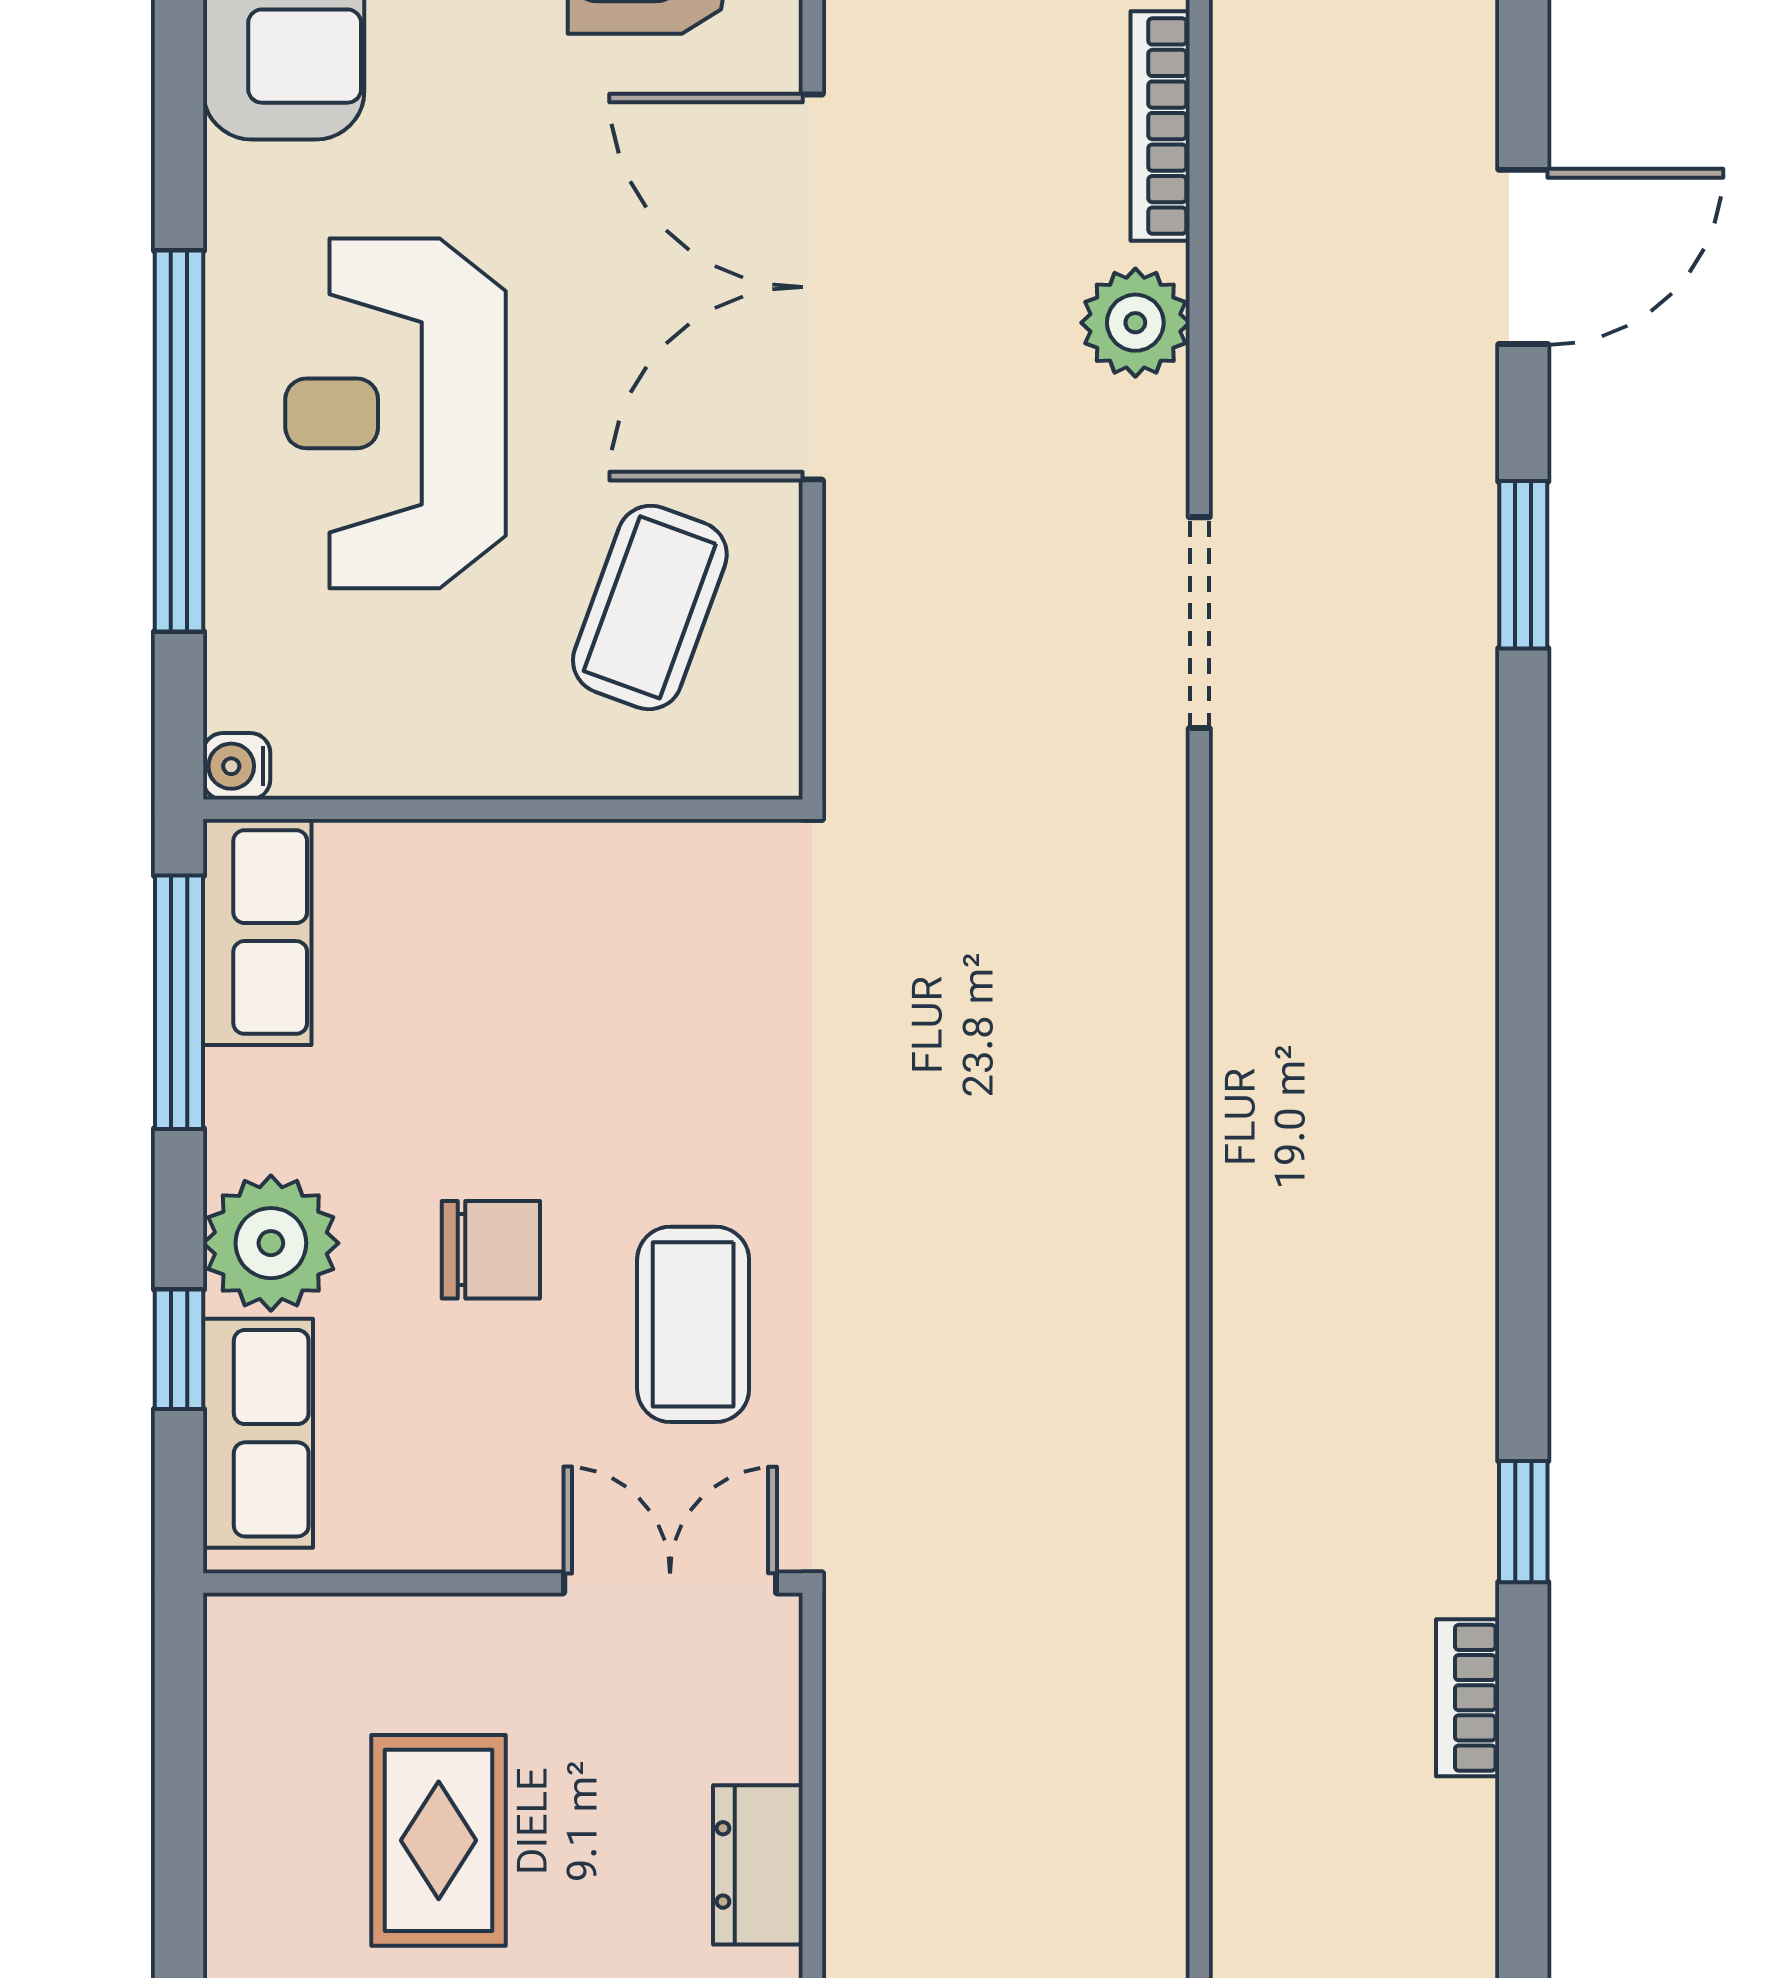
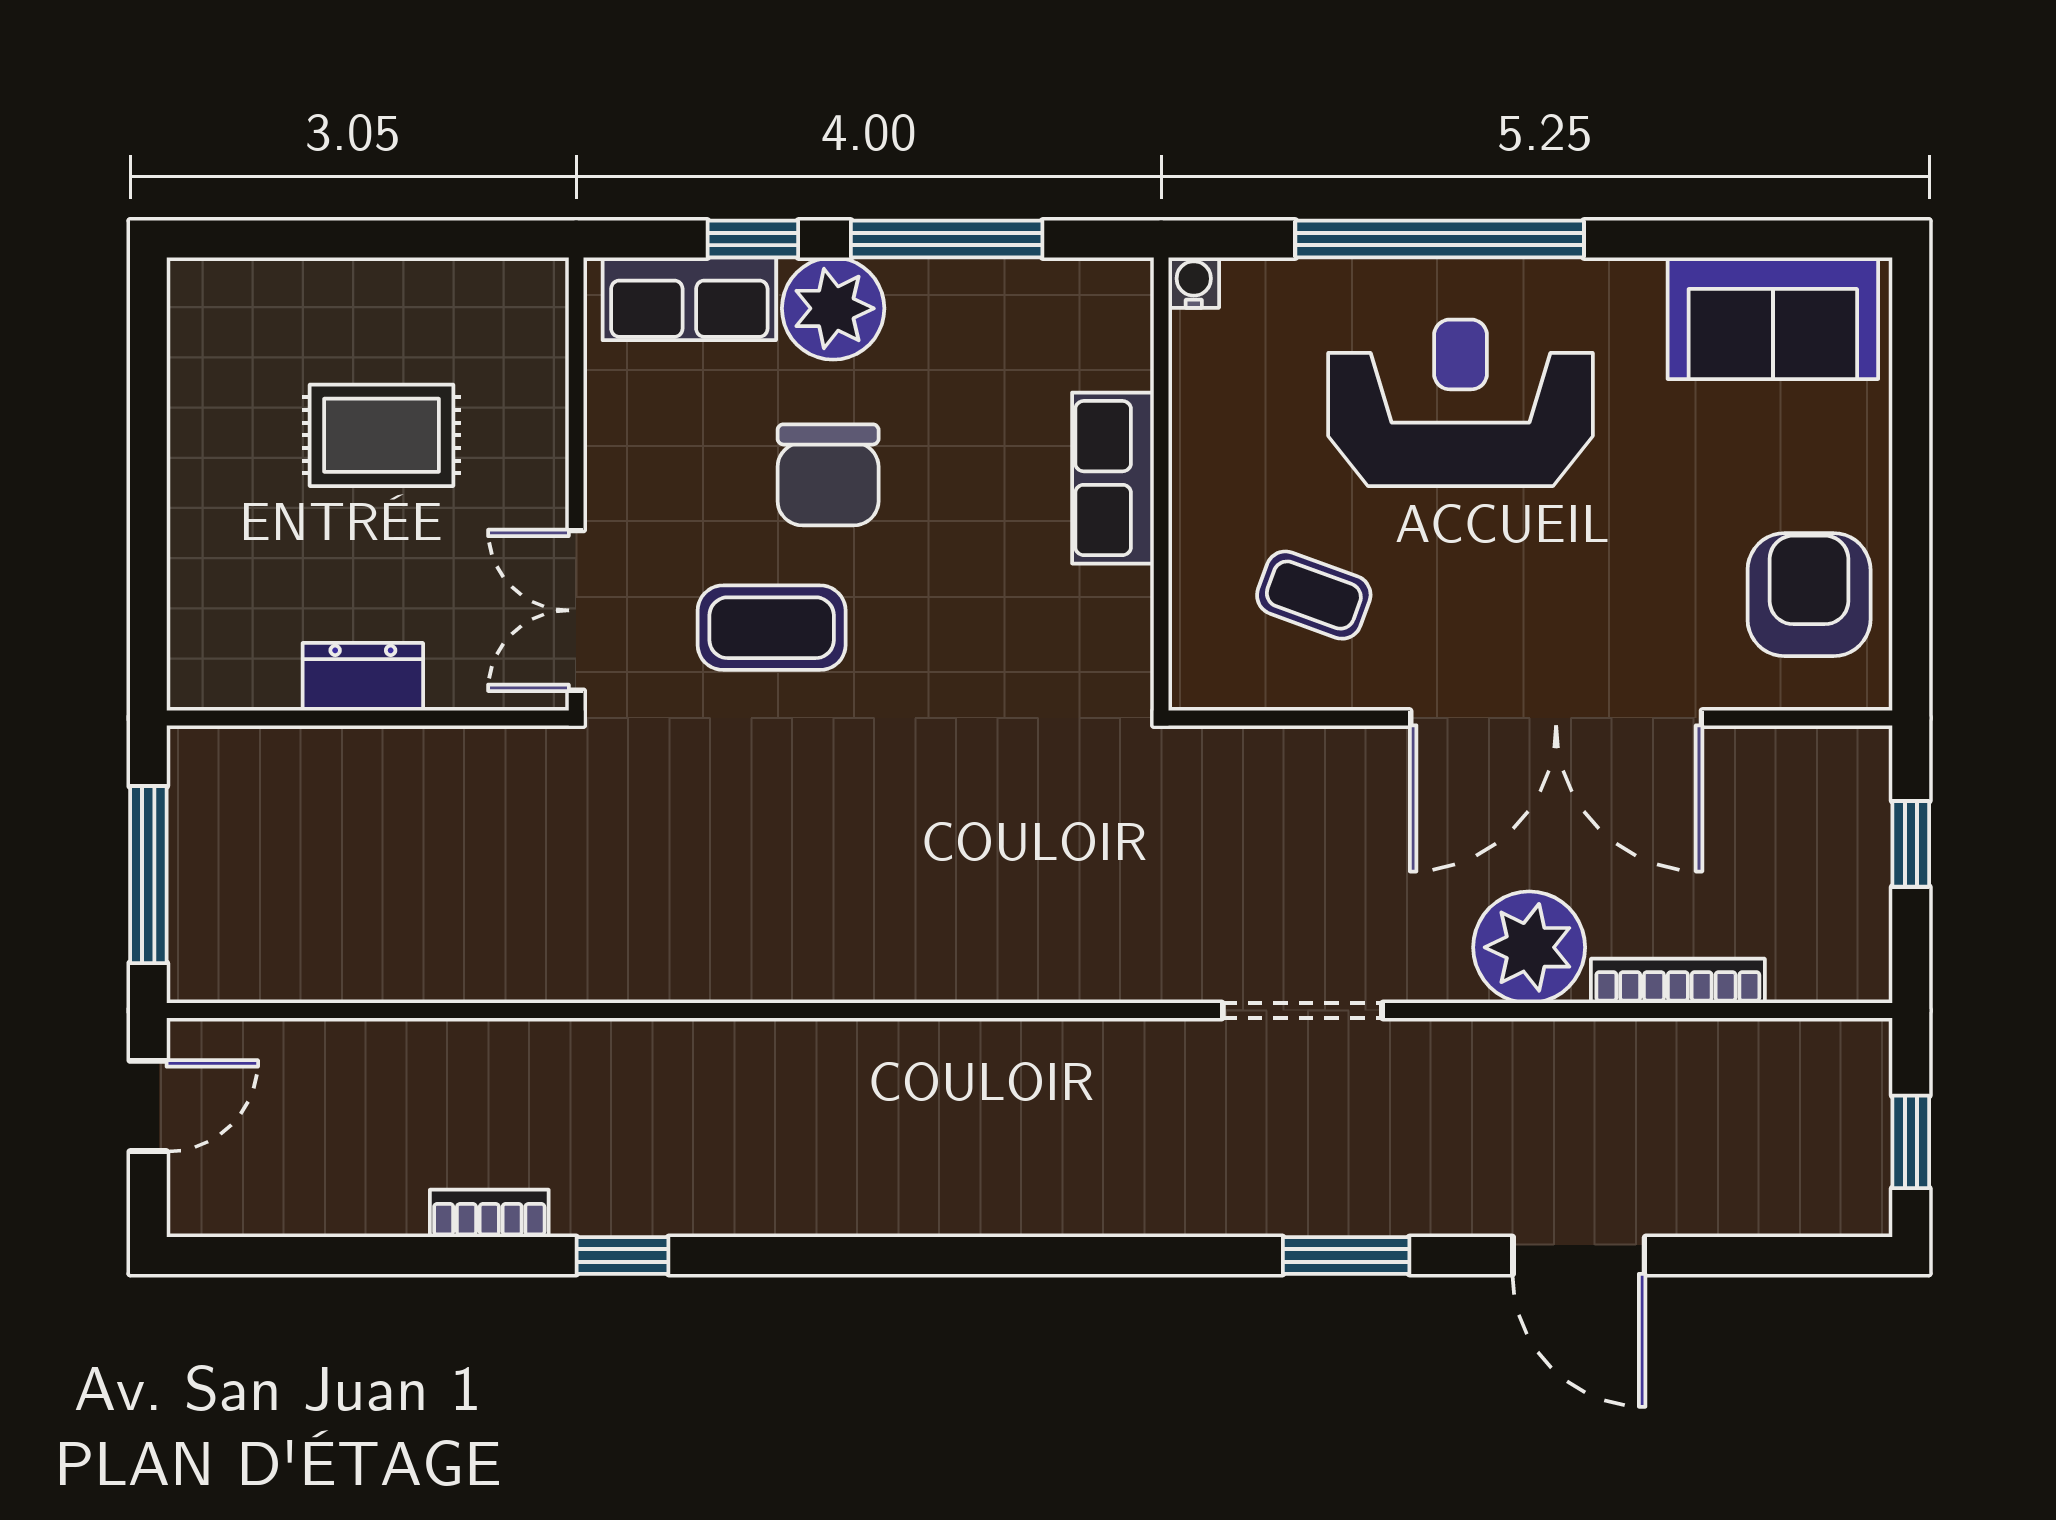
double door: (812, 287) -> (1556, 718), swing flipped
plant: (1135, 323) -> (1529, 947), width x1.36, depth x1.36
coffee table: (650, 607) -> (1314, 595), width x0.73, depth x0.77
row of seats: (257, 932) -> (1113, 478), moved, turned 90
window: (179, 1002) -> (947, 239), moved
chair: (491, 1250) -> (828, 475), width x1.37, depth x1.37
double door: (670, 1583) -> (576, 610), swing flipped

